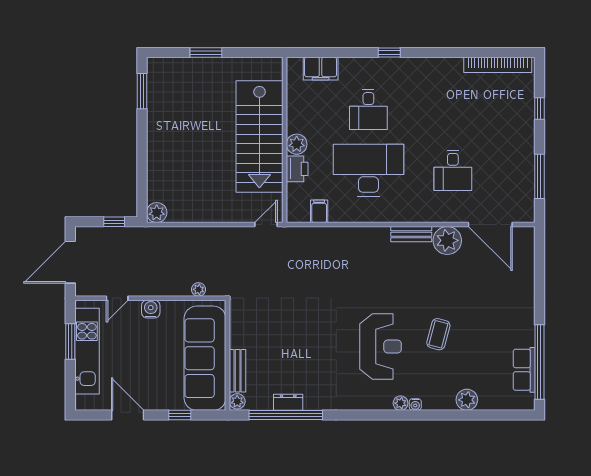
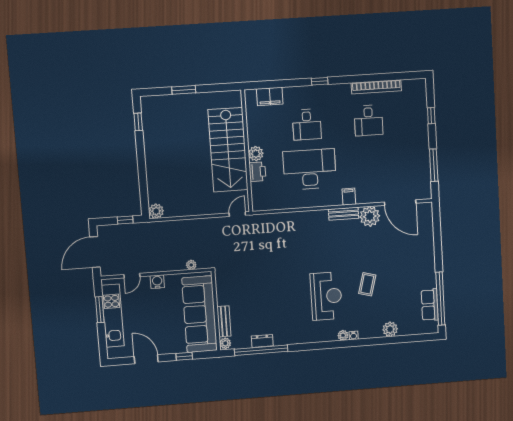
bookcase: (498, 65) -> (376, 87), moved
window: (142, 91) -> (138, 122), width x0.67
desk: (453, 170) -> (368, 120), moved
filing cabinet: (319, 211) -> (349, 197), moved

